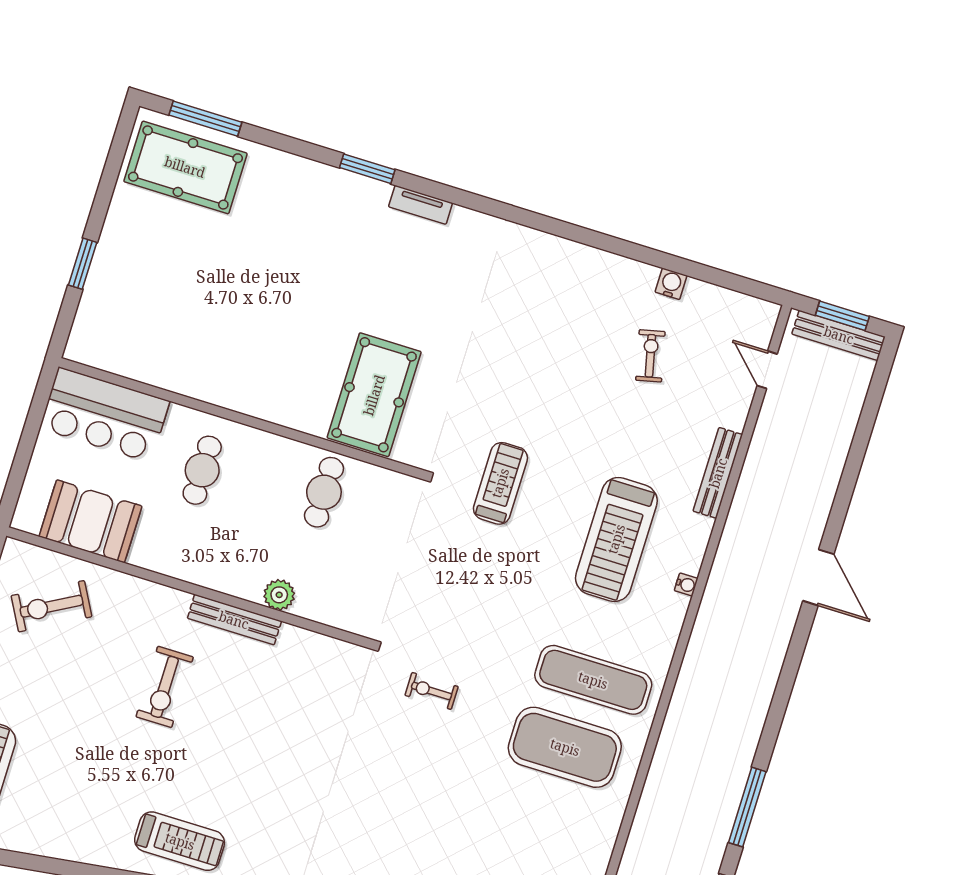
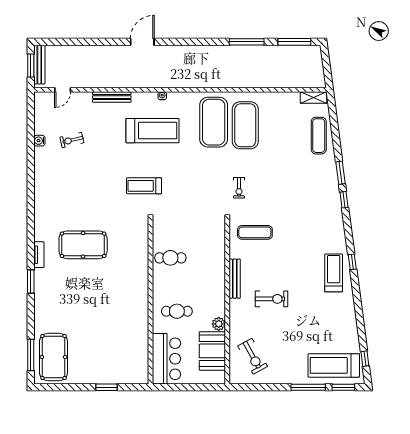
pool table: (374, 395) -> (83, 245), moved
plant: (279, 595) -> (219, 324), moved
exercise mat: (593, 680) -> (214, 122), width x1.47
exercise mat: (323, 696) -> (255, 232), added

